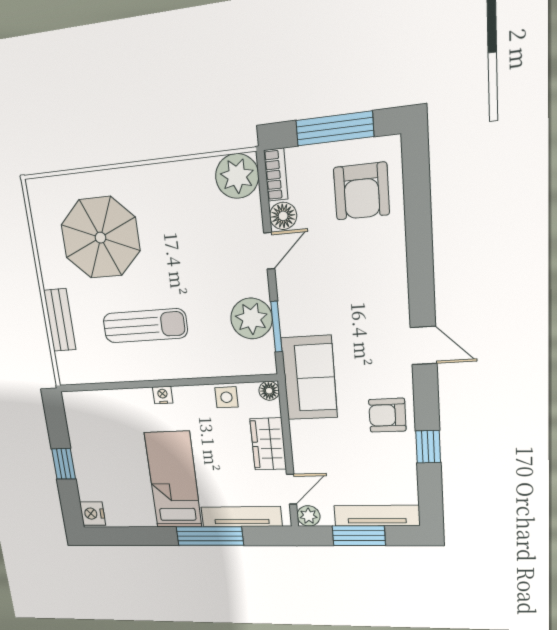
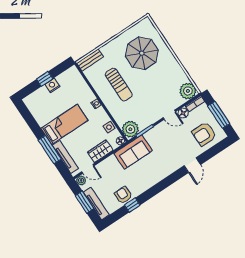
plant: (251, 319) -> (130, 129), moved
bench: (60, 320) -> (90, 60), moved
door: (424, 345) -> (192, 165), moved
armchair: (387, 415) -> (123, 195), moved
nightstand: (93, 514) -> (52, 85), moved

